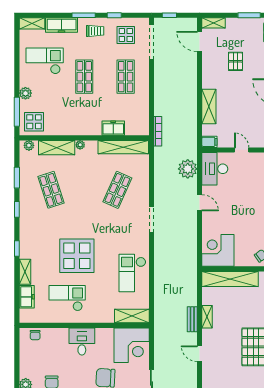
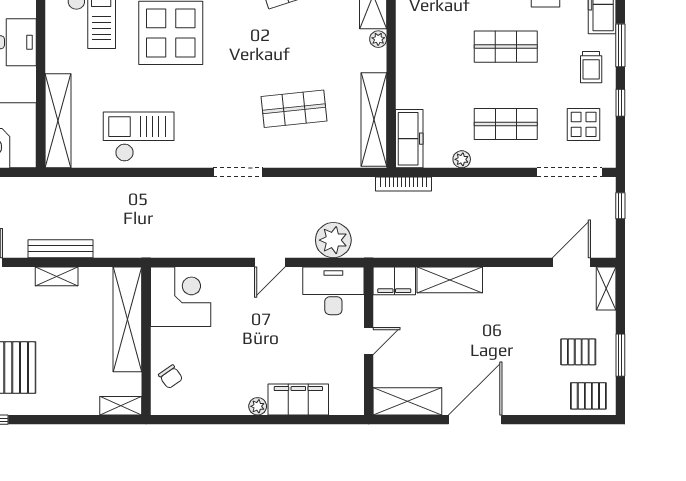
pallet: (235, 61) -> (578, 352), moved
plant: (144, 100) -> (462, 159), added
freezer: (113, 128) -> (409, 139), moved, width x1.40
filing cabinet: (209, 142) -> (394, 281), width x2.00
shop shelf: (117, 190) -> (294, 109), turned -30
shelving: (132, 316) -> (58, 121), width x1.47
bench: (192, 319) -> (61, 249), width x1.36

